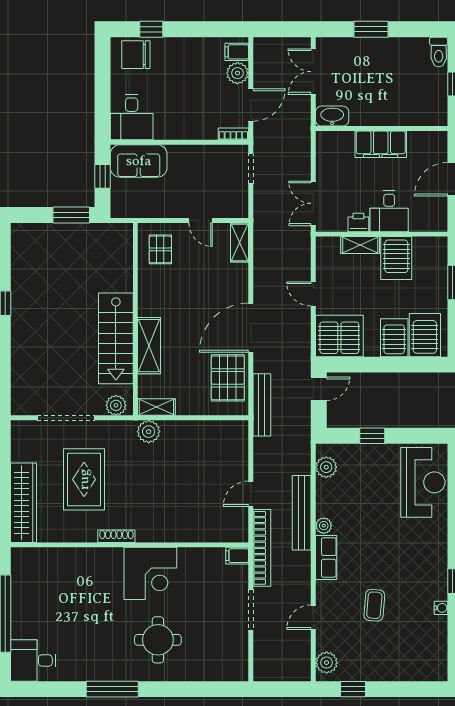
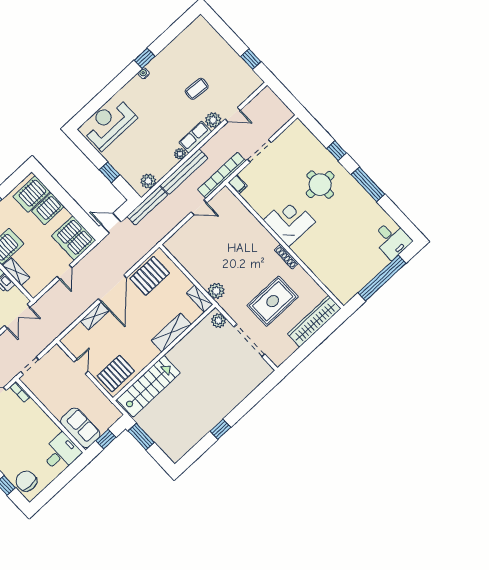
chair: (136, 55) -> (26, 481), turned 180
shelving: (239, 243) -> (95, 316), moved
pallet: (160, 249) -> (116, 373), width x1.50, depth x1.42
door: (251, 328) -> (112, 288), hinge flipped
stairs: (116, 338) -> (148, 386), moved
bench: (262, 405) -> (147, 206), moved
water cooler: (441, 608) -> (144, 73), moved
plant: (327, 663) -> (213, 120), moved
window: (177, 689) -> (337, 151), added

